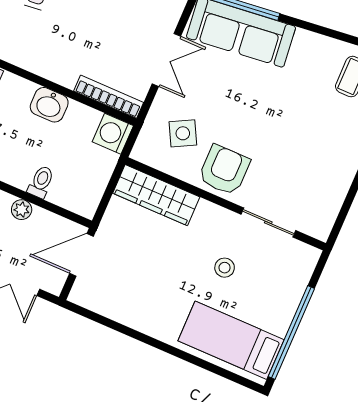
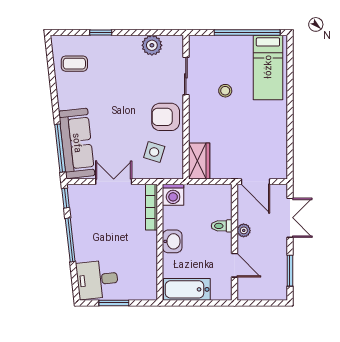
side table: (183, 133) -> (154, 152), turned 45
plant: (331, 194) -> (152, 45), added
wardrobe: (156, 195) -> (199, 161), width x0.67

